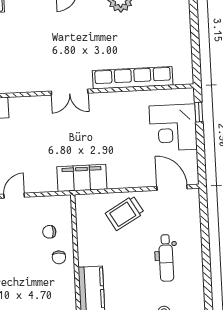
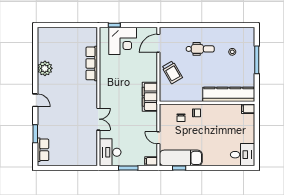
row of seats: (133, 78) -> (92, 63), width x0.73
double door: (70, 92) -> (98, 119), moved

